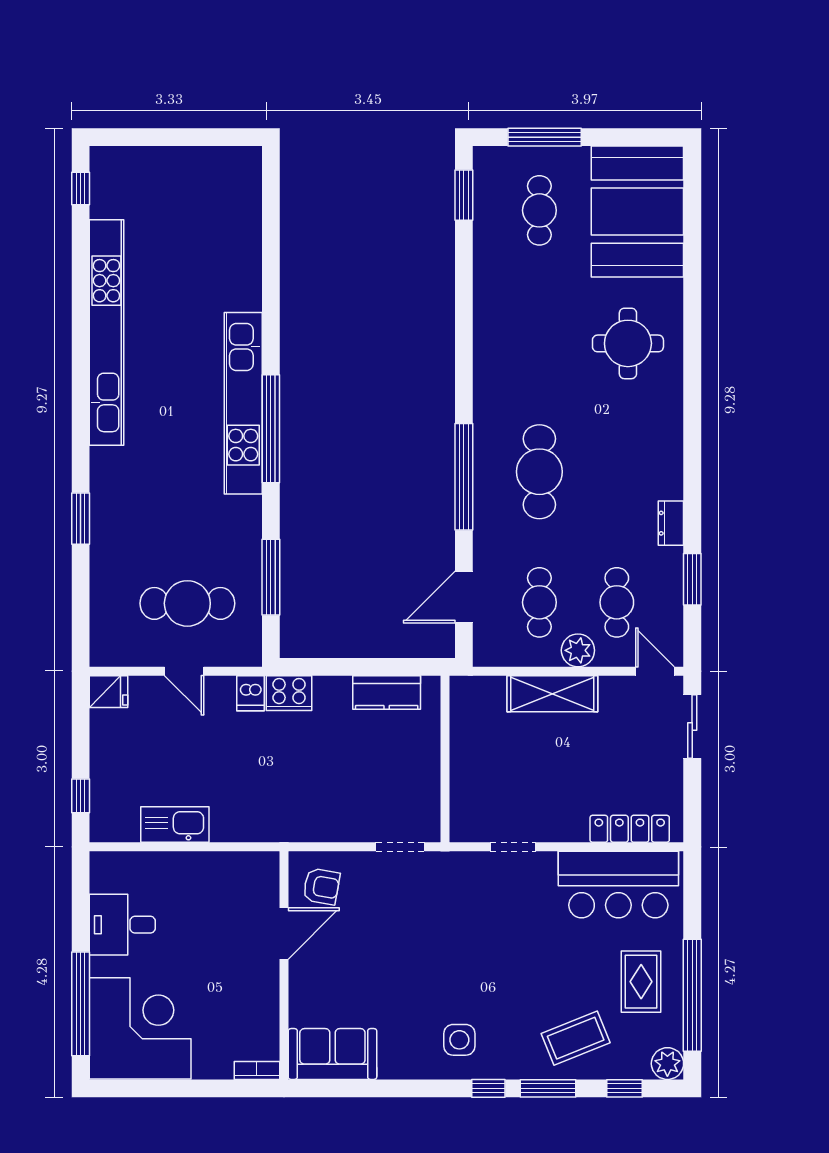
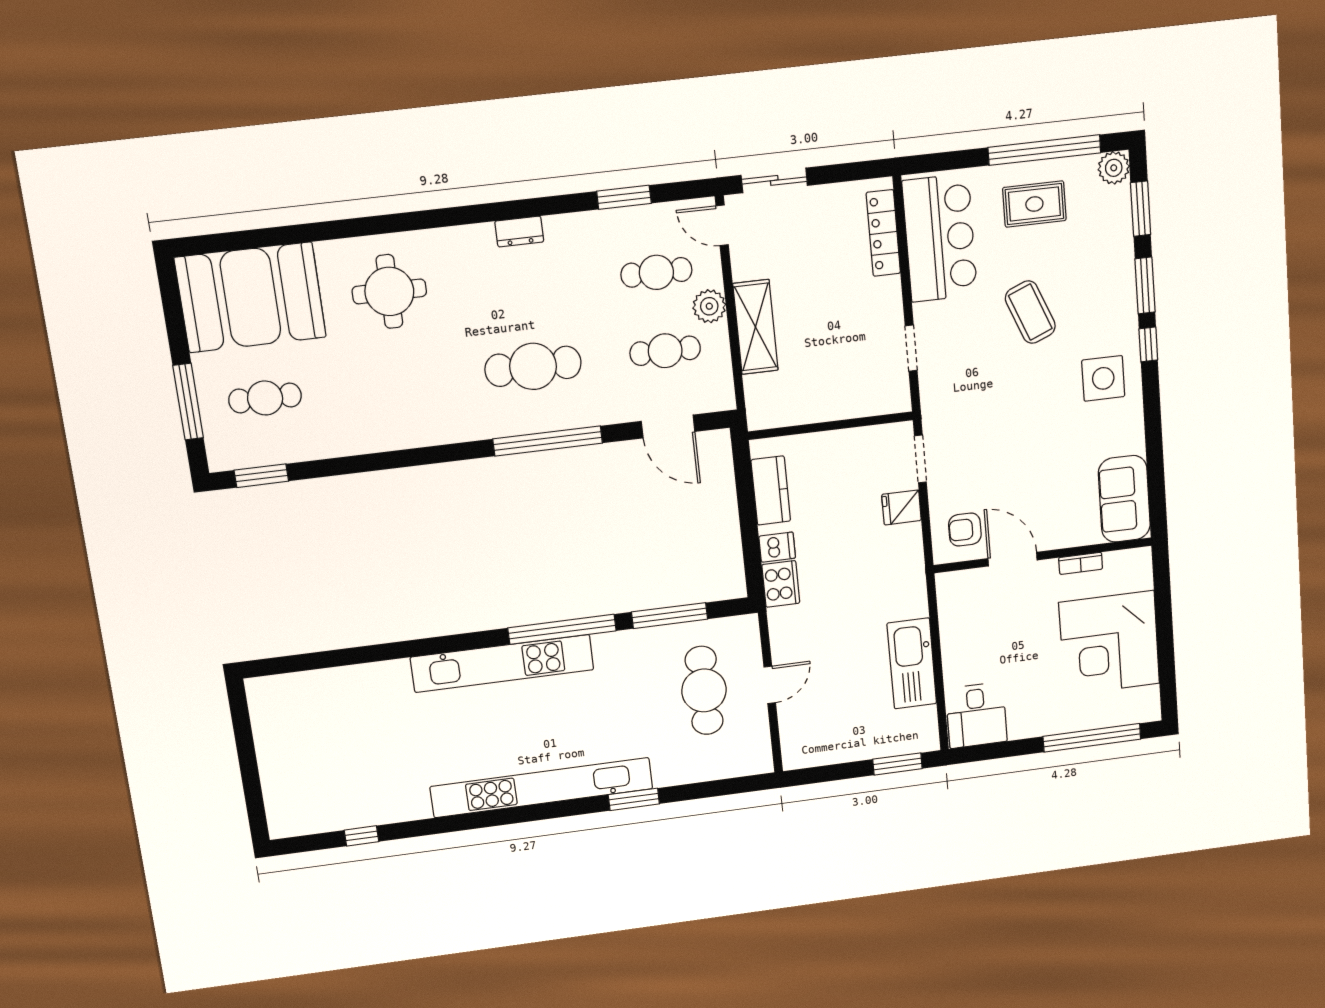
window: (81, 189) -> (362, 836), moved
kitchen unit: (106, 333) -> (542, 788), moved
window: (271, 429) -> (562, 629), moved
dresser: (671, 523) -> (519, 231), moved
door: (655, 671) -> (722, 225), hinge flipped
fridge: (108, 692) -> (901, 507), moved, turned -90
dishwasher: (250, 693) -> (777, 547), moved
window: (81, 796) -> (897, 764), width x1.50
kitchen sink: (175, 825) -> (912, 663), width x1.36, depth x1.24
armchair: (321, 886) -> (965, 530), turned -100
desk: (122, 925) -> (976, 715), moved
corner desk: (140, 1028) -> (1109, 643), moved, turned -90
coffee table: (576, 1038) -> (1030, 312), moved
side table: (459, 1040) -> (1103, 378), width x1.37, depth x1.37
bookcase: (257, 1070) -> (1081, 563), moved, turned -90
window: (625, 1088) -> (1141, 209), width x1.50

